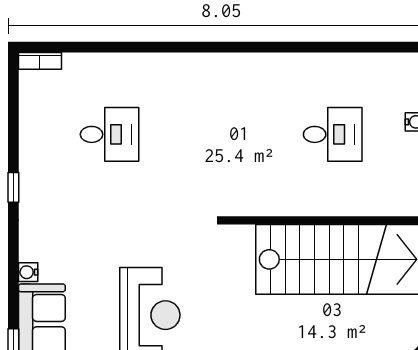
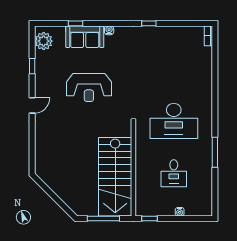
window: (288, 47) -> (215, 152), added
desk: (110, 134) -> (174, 121), moved, width x1.87, depth x1.30

